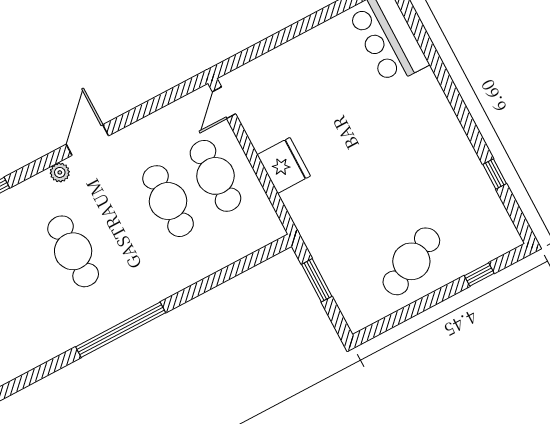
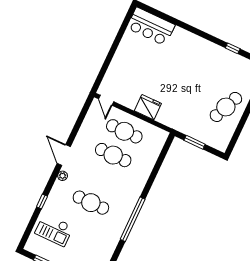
cafe table: (411, 261) -> (226, 107), turned 49

